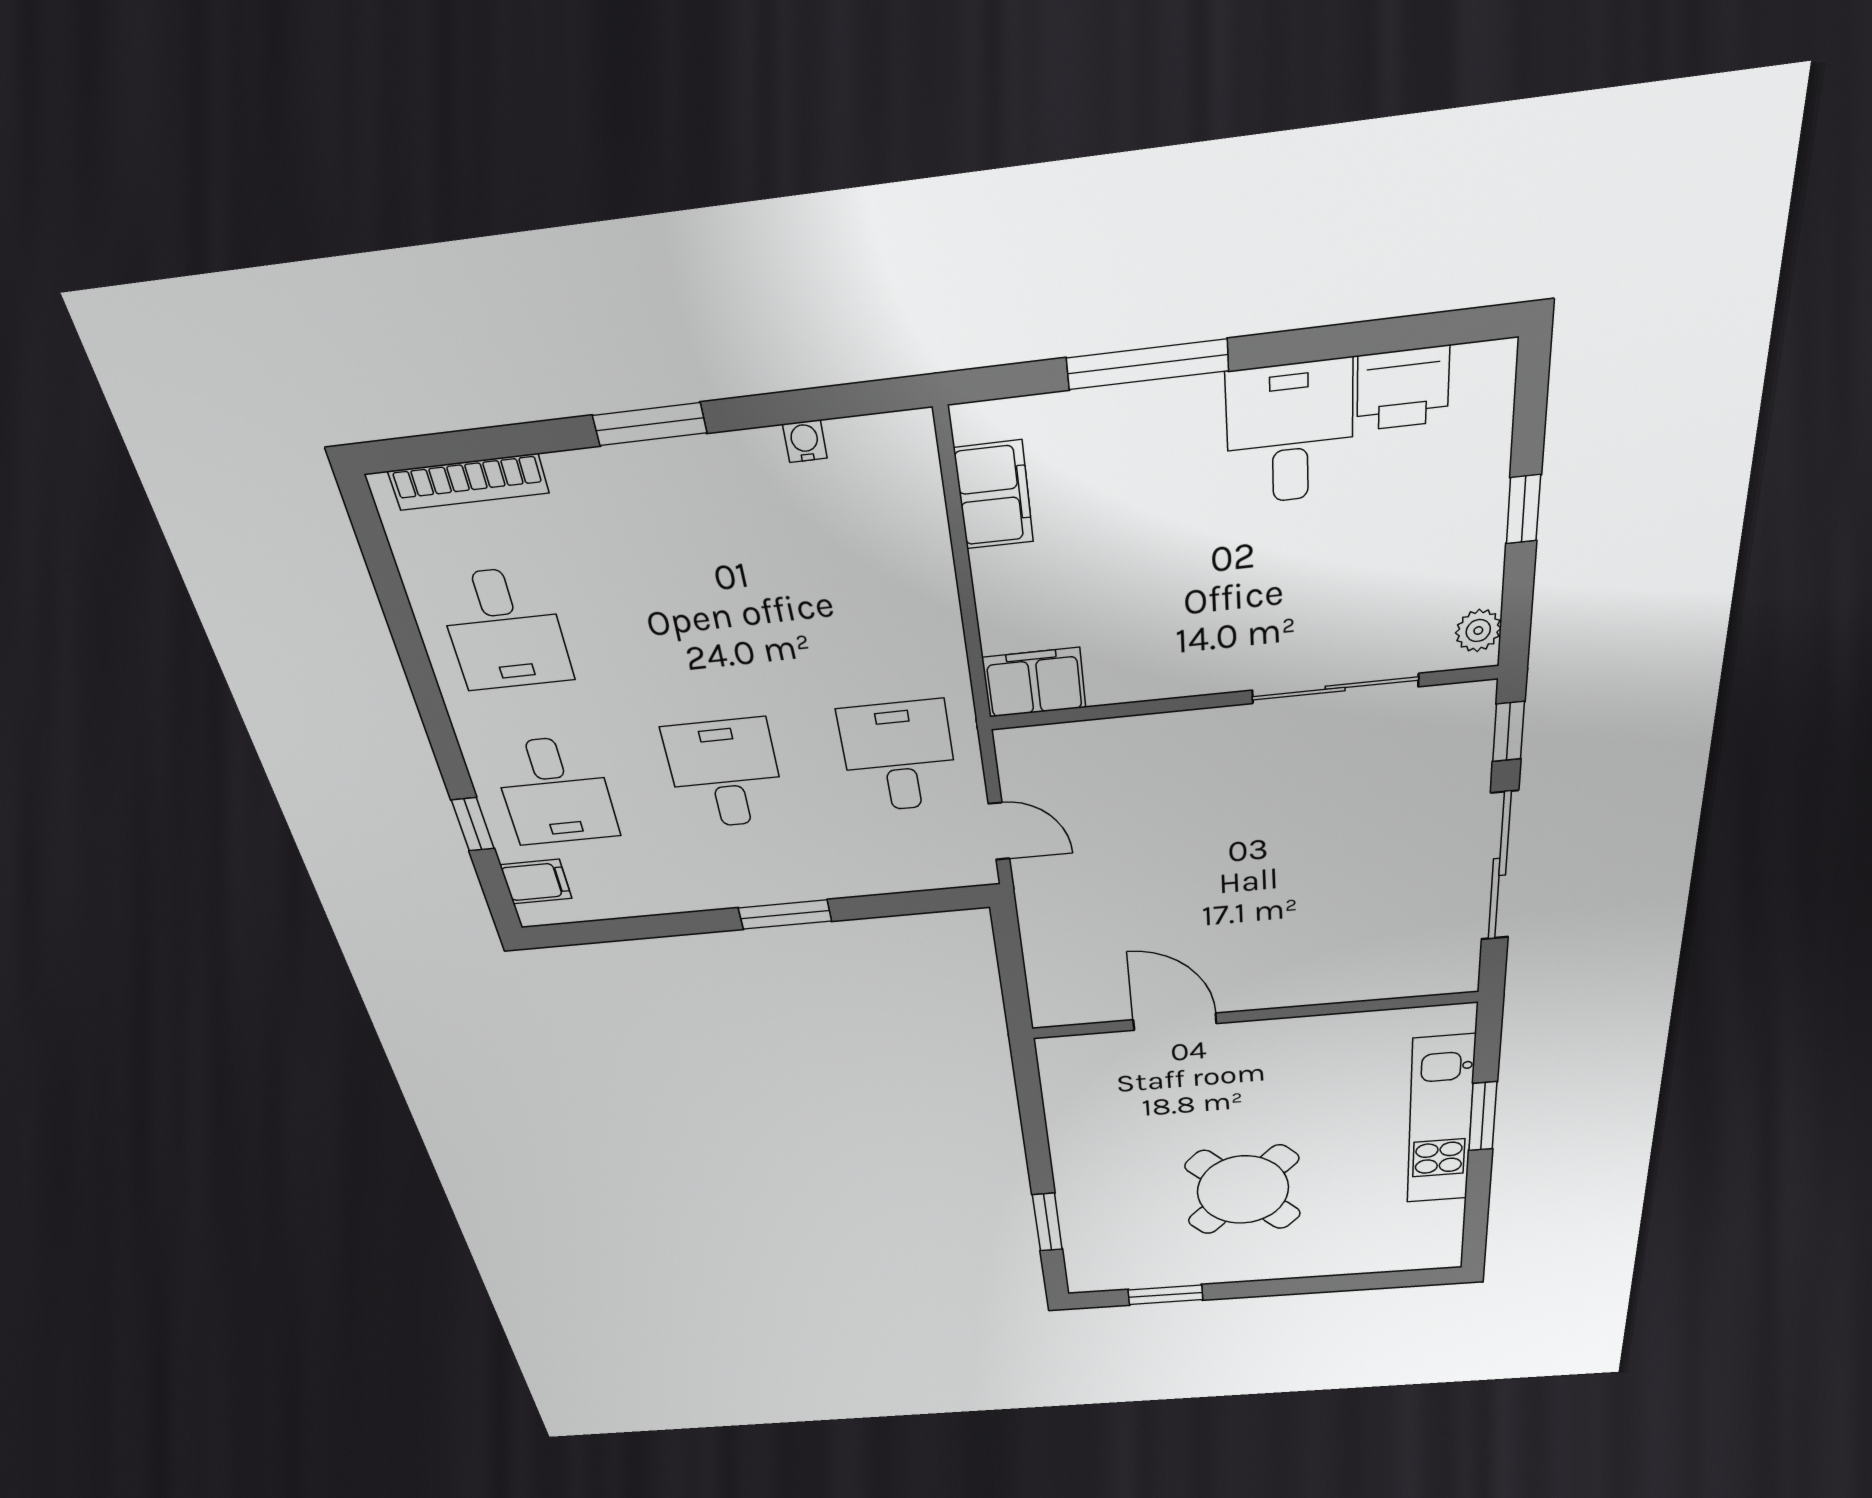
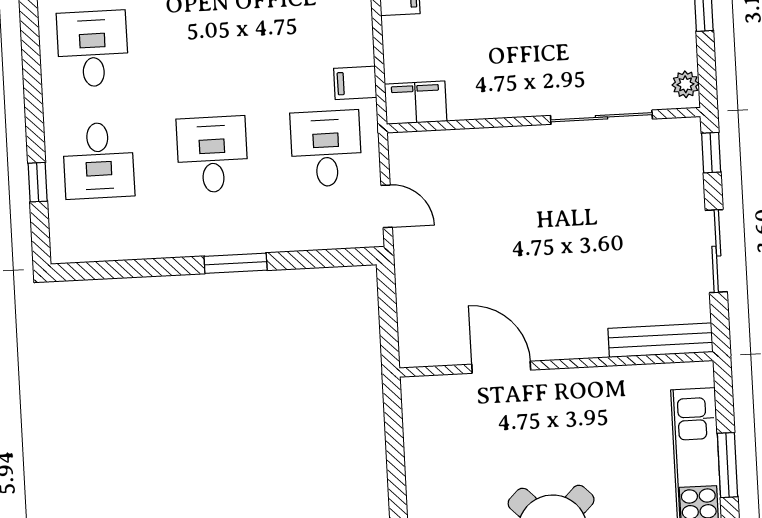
desk: (504, 629) -> (93, 49), turned 180
sliding door: (1499, 867) -> (716, 251), width x0.73
filing cabinet: (536, 882) -> (355, 83), moved, turned 180
bench: (1404, 981) -> (660, 340), added

